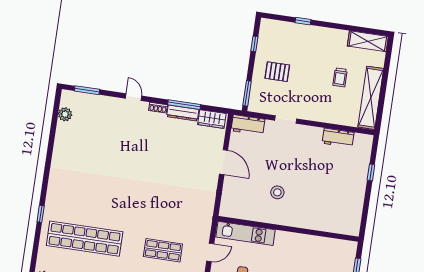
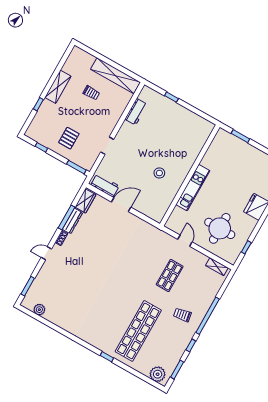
shelving: (368, 41) -> (58, 87), moved
workbench: (248, 125) -> (105, 185), moved, turned -90
kitchen unit: (246, 233) -> (193, 188), moved

